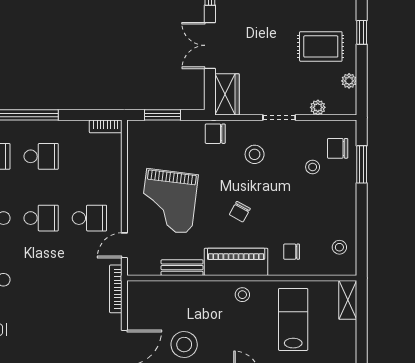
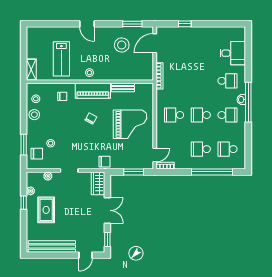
window: (362, 32) -> (24, 203), moved
rug: (321, 46) -> (46, 210), turned 90
stool: (255, 154) -> (34, 115), moved
grand piano: (169, 201) -> (130, 124), turned 83
door: (124, 245) -> (155, 155), moved

